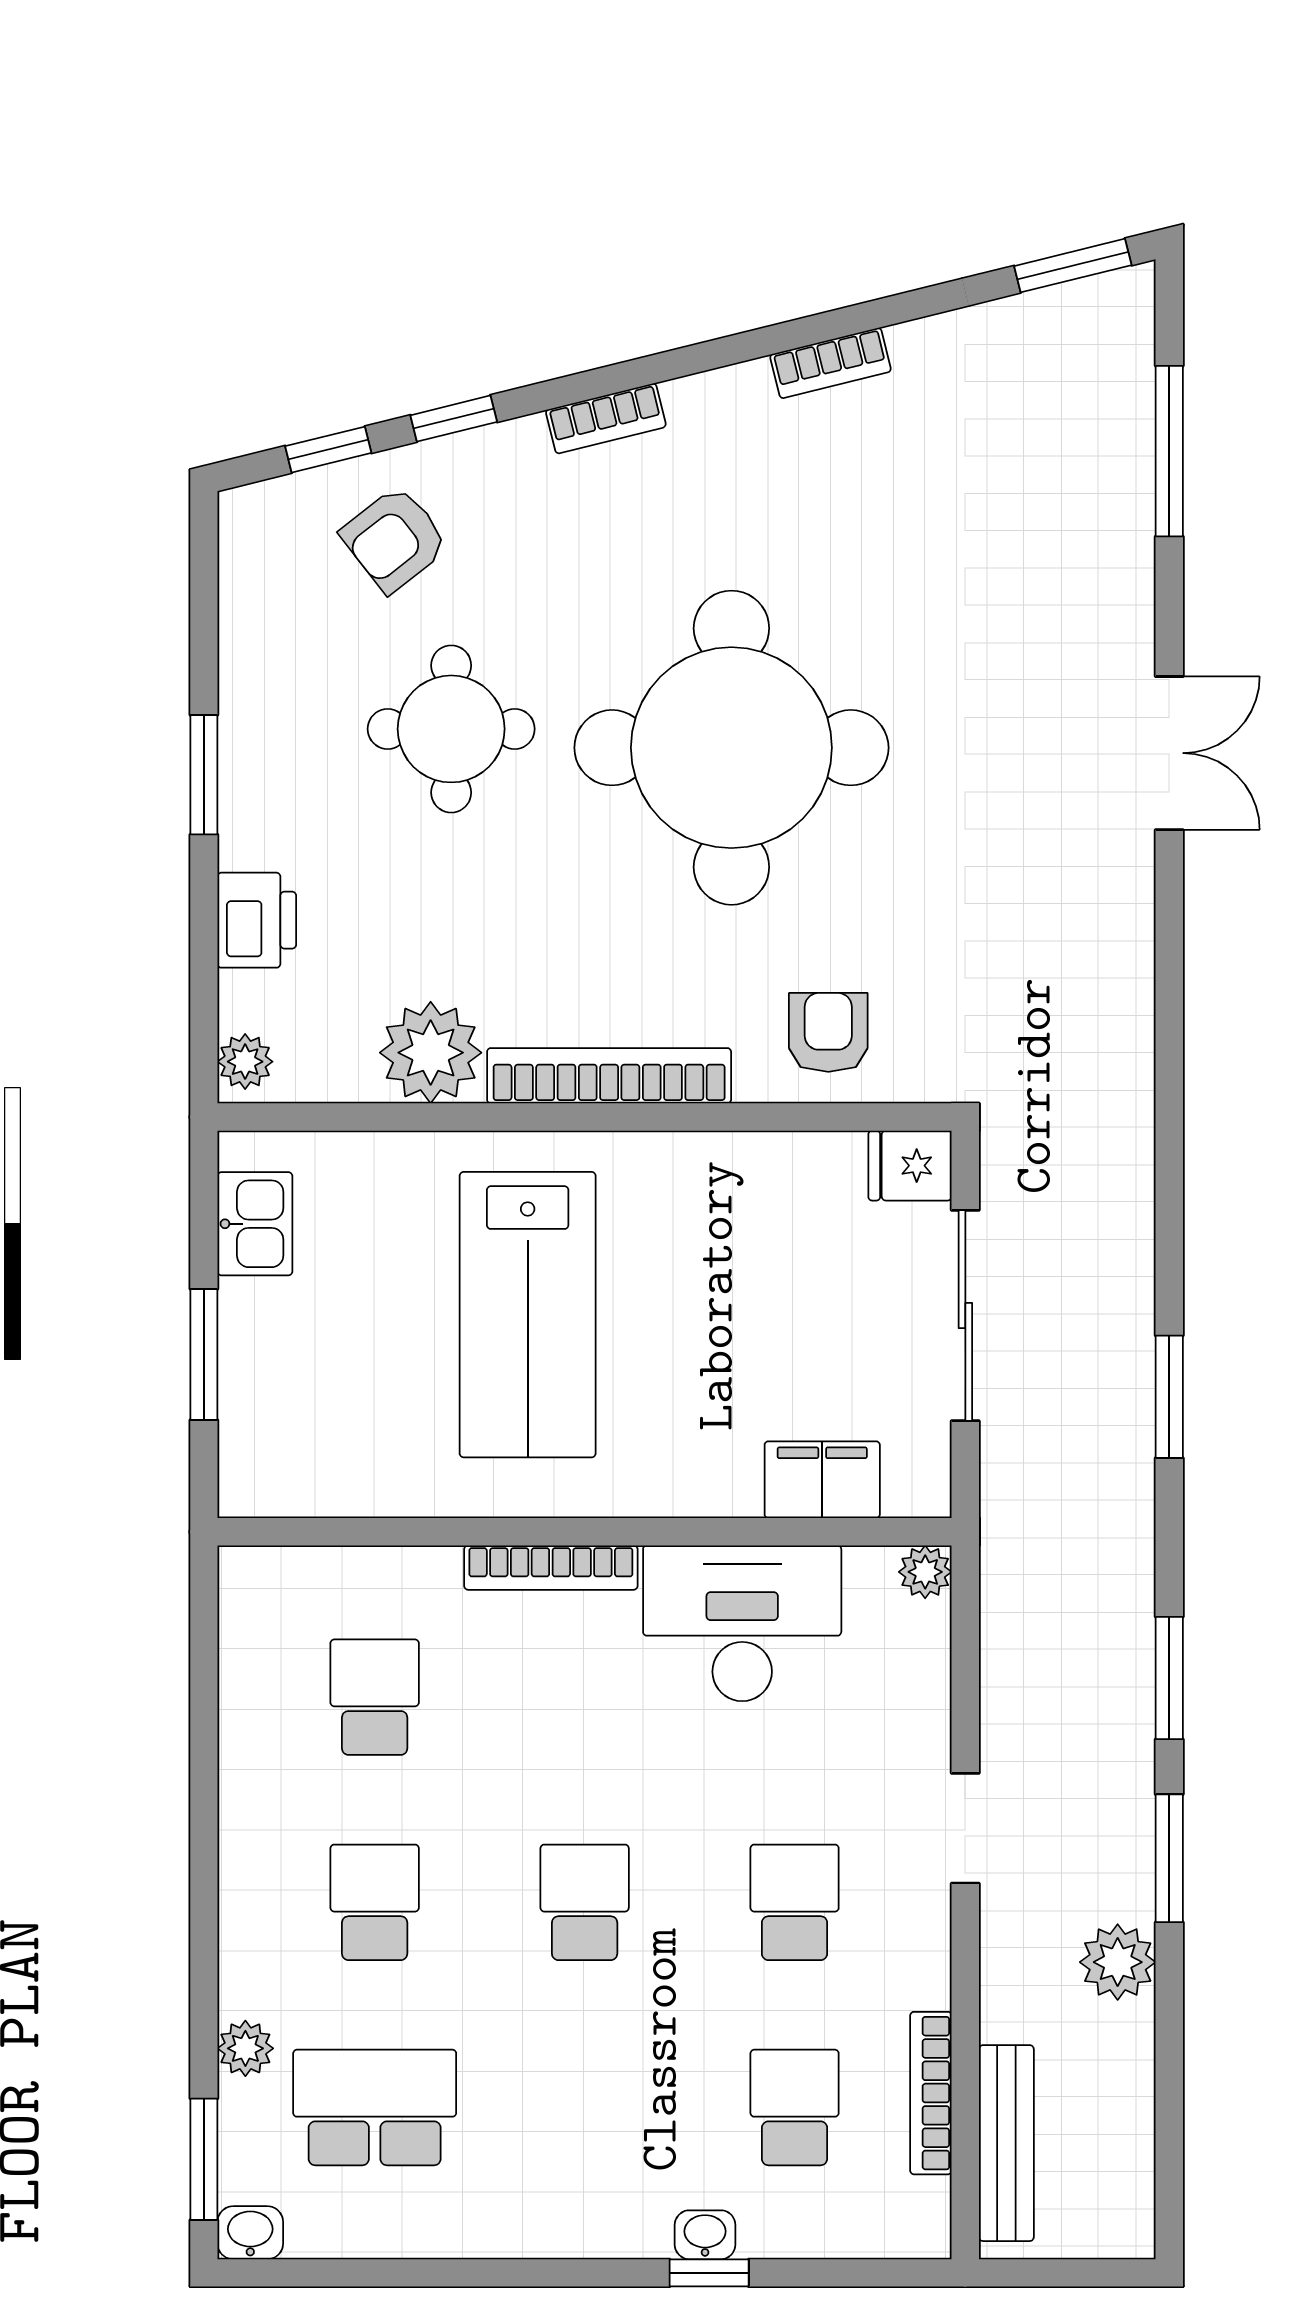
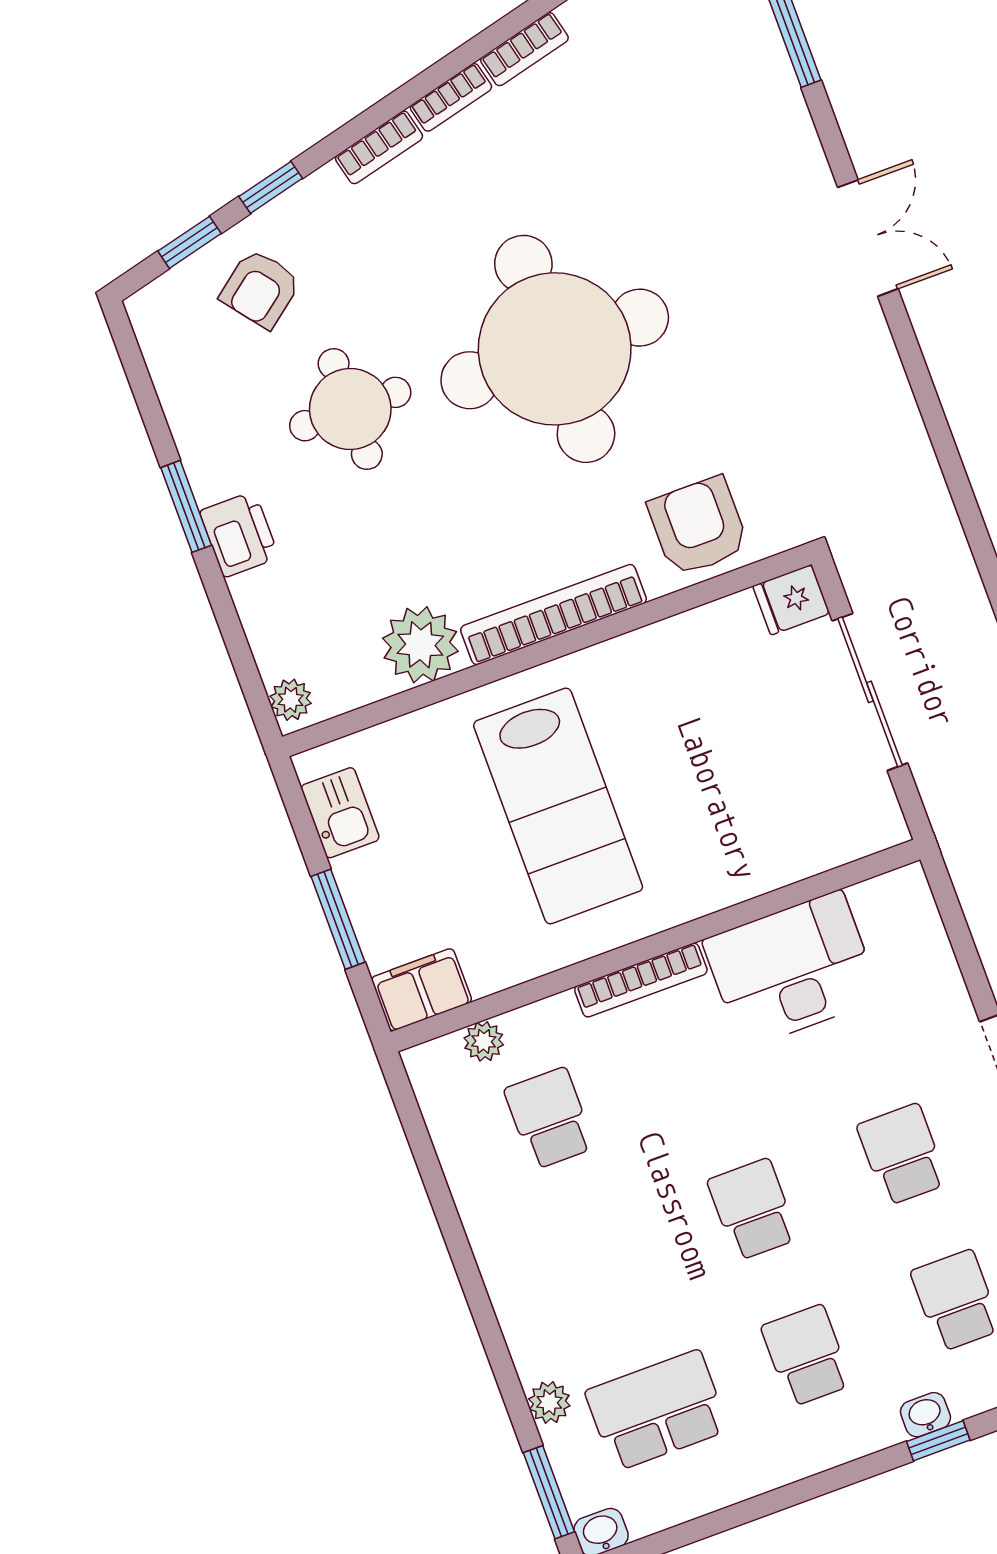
bookcase: (718, 389) -> (451, 97), added
printer: (257, 920) -> (239, 534), moved
armchair: (828, 1032) -> (698, 526), width x1.38, depth x1.38
filing cabinet: (822, 1480) -> (422, 990), moved
plant: (925, 1572) -> (484, 1041), moved
school desk: (375, 1902) -> (806, 1356), moved

